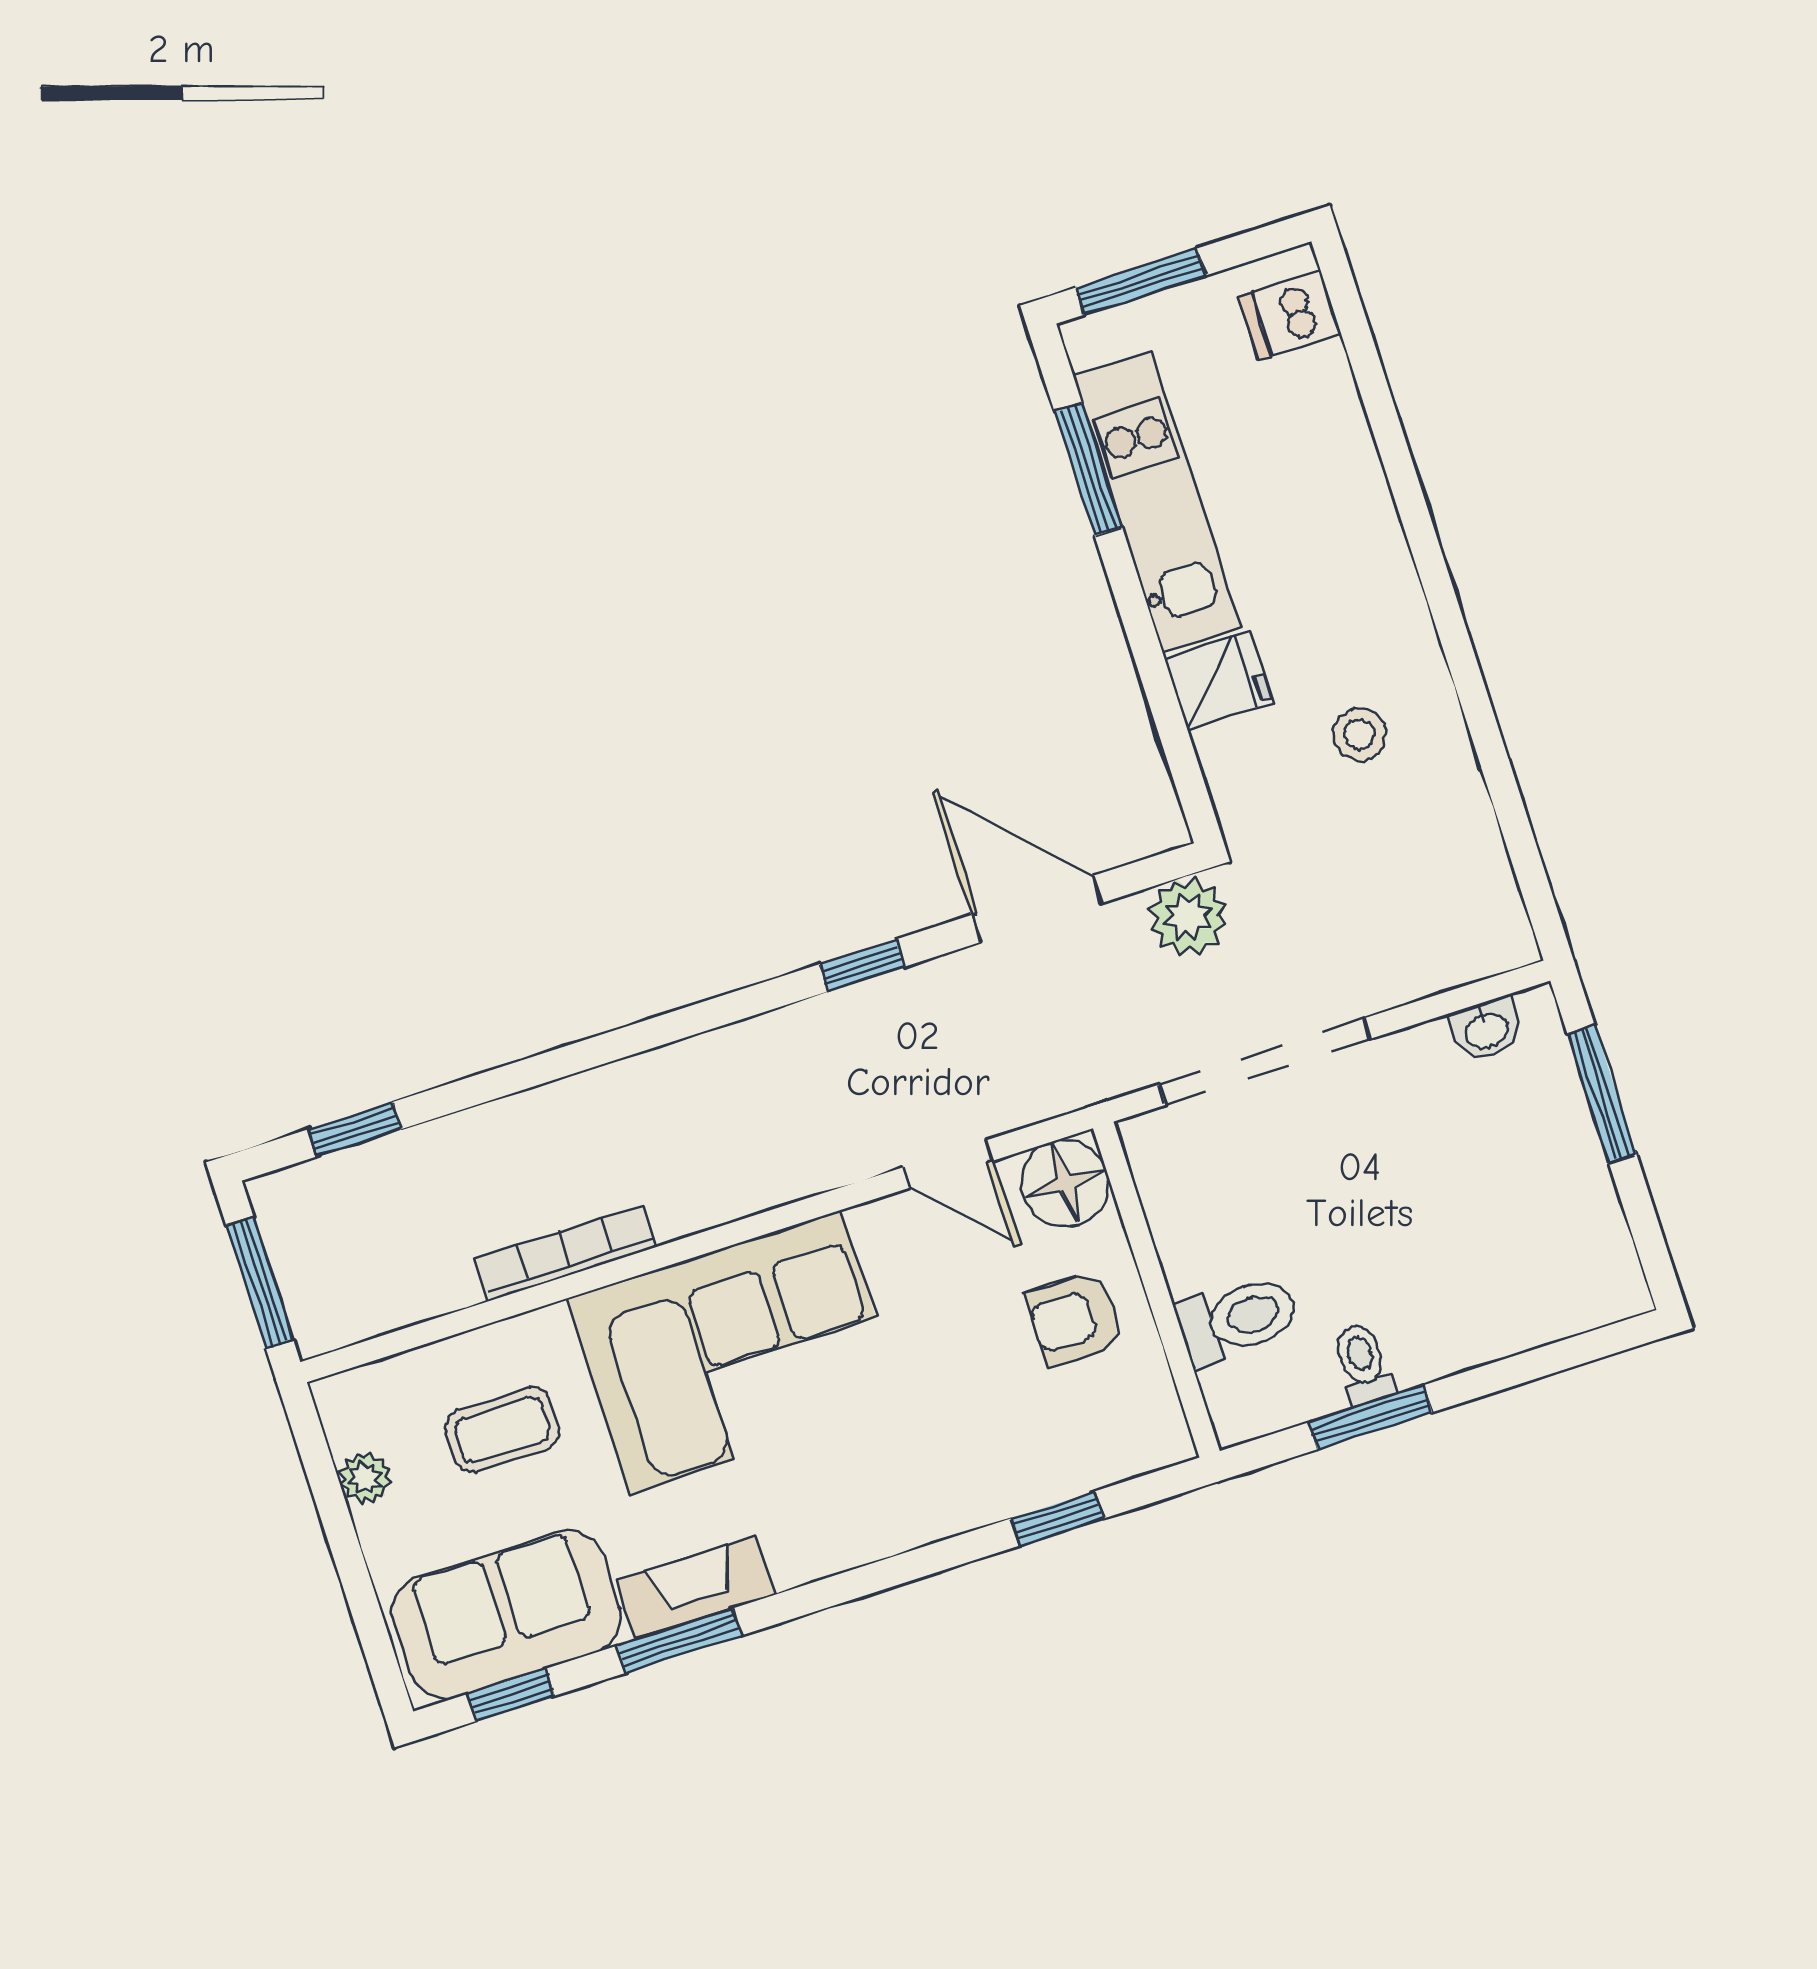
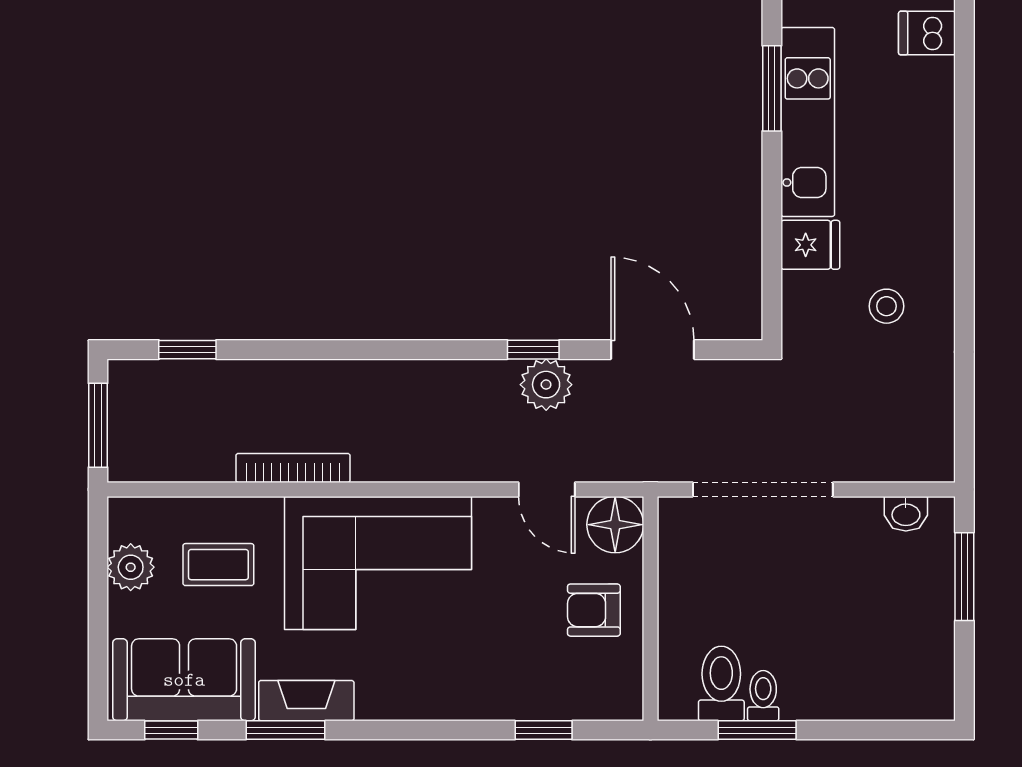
plant: (1188, 917) -> (546, 385), moved
toilet: (1238, 1319) -> (721, 684), moved, turned -90
plant: (365, 1478) -> (131, 567), width x1.38, depth x1.38

